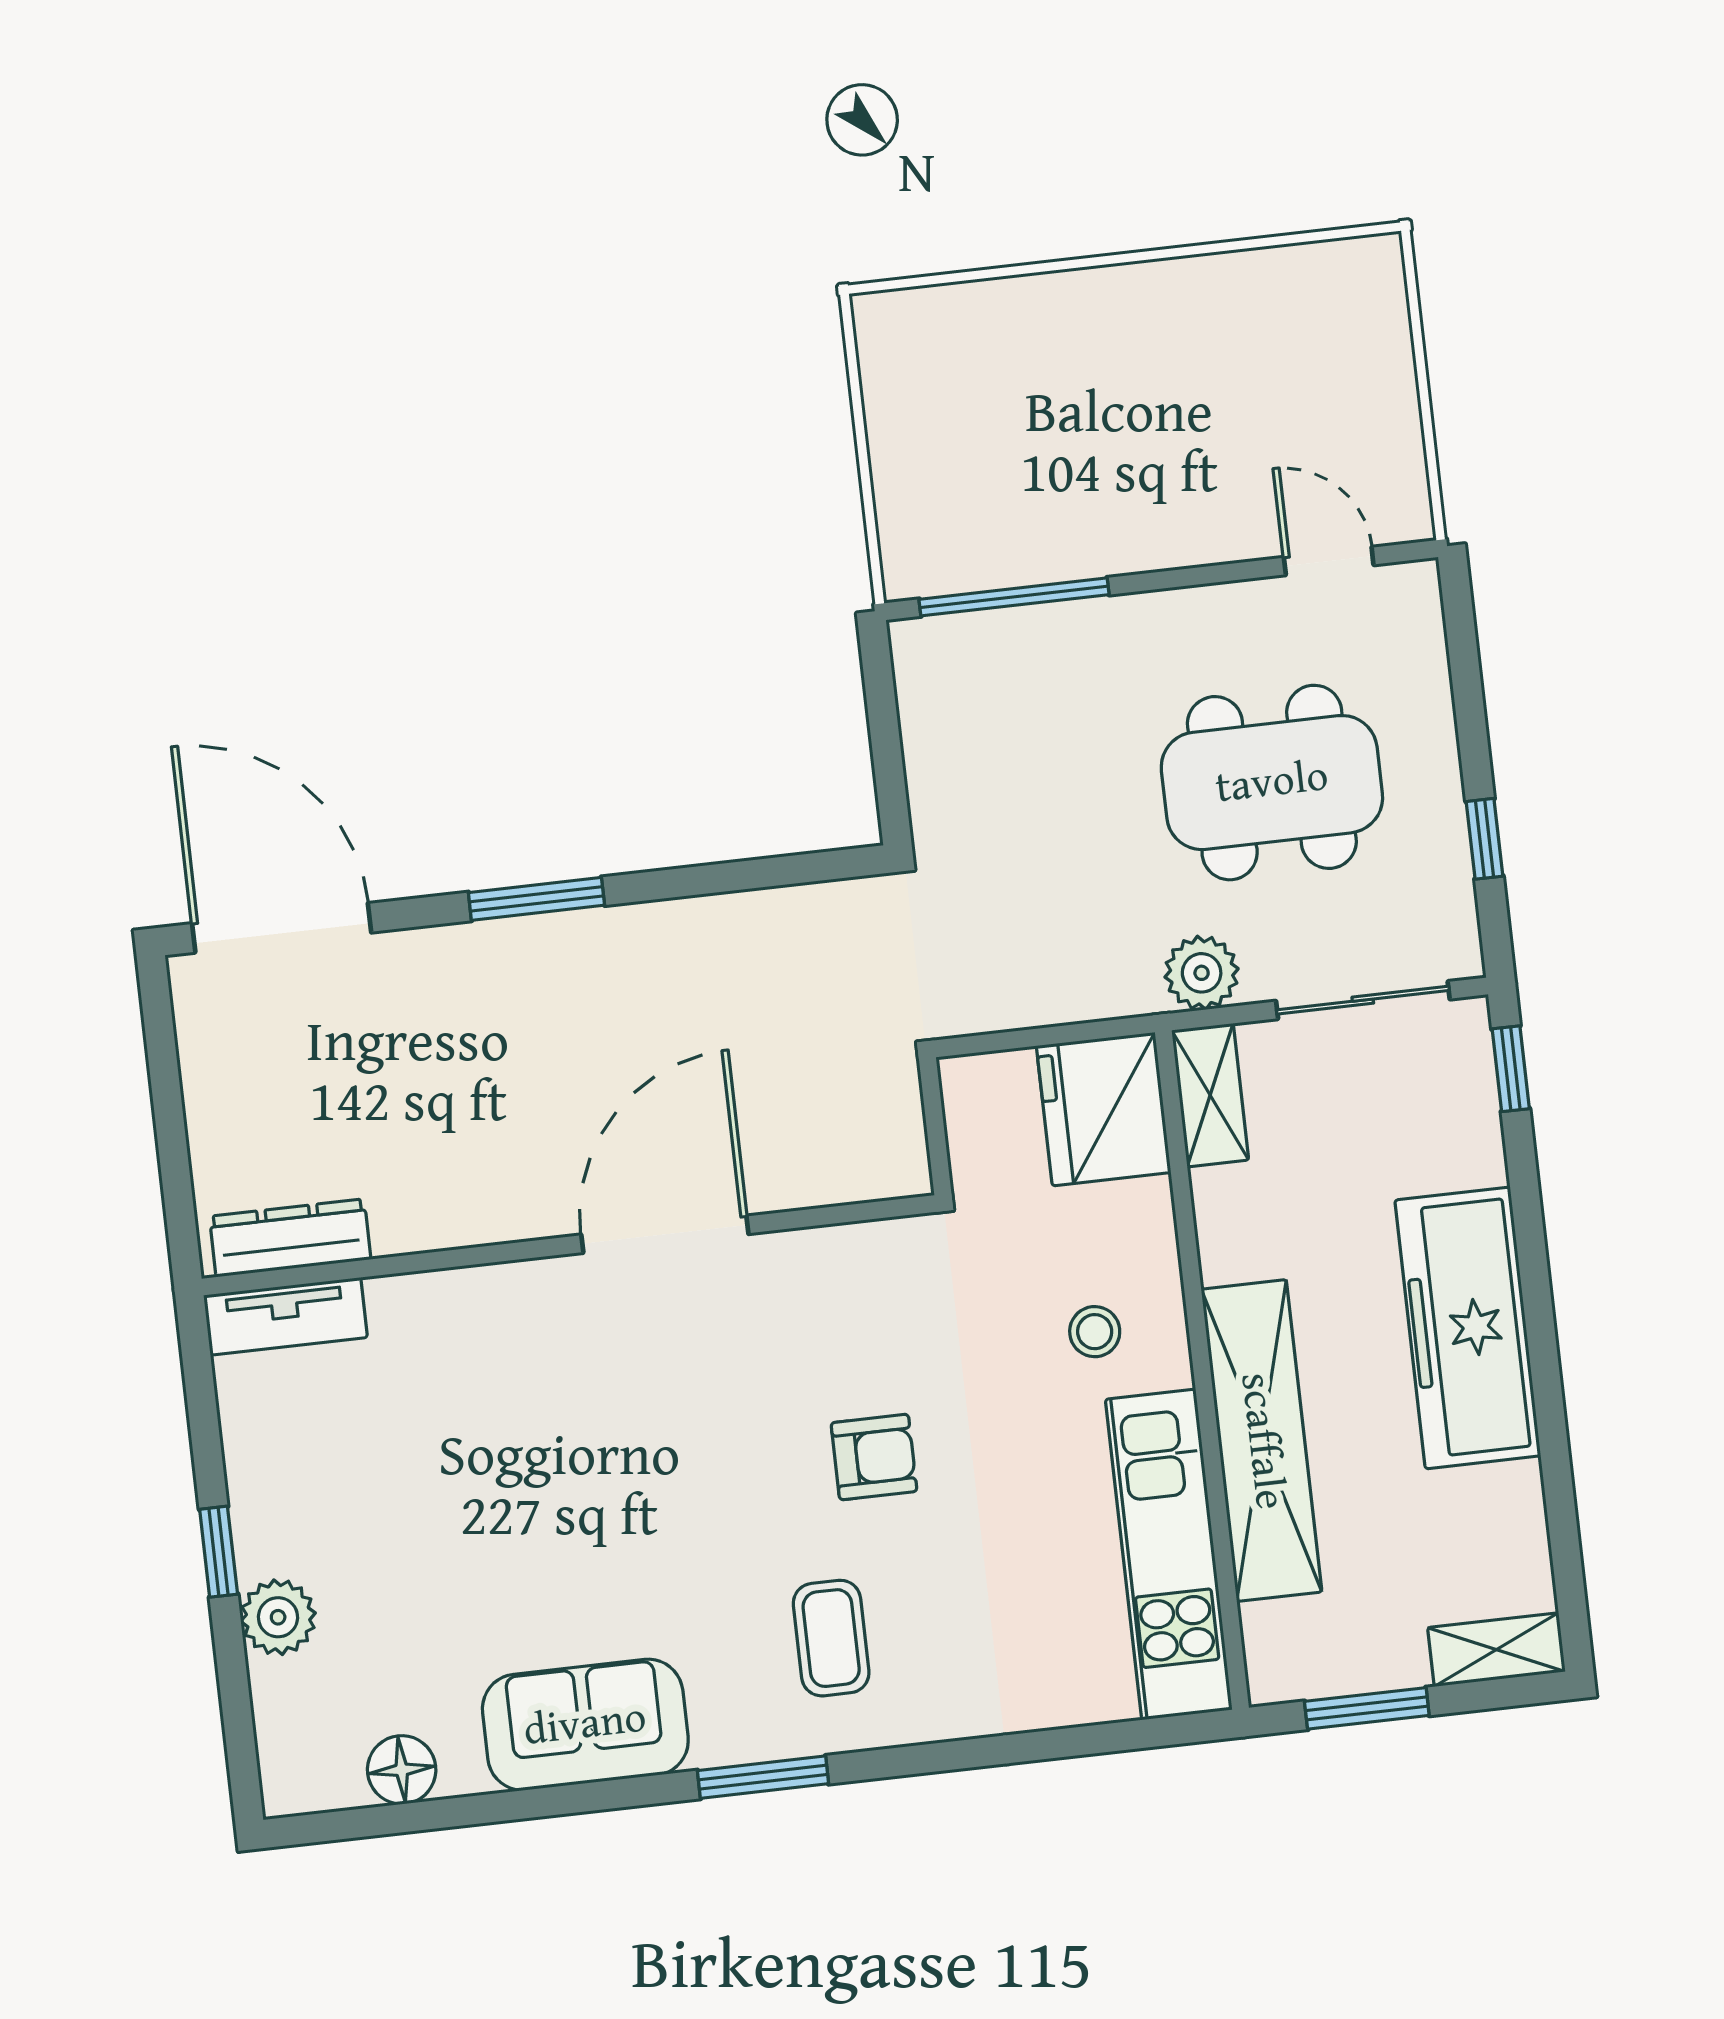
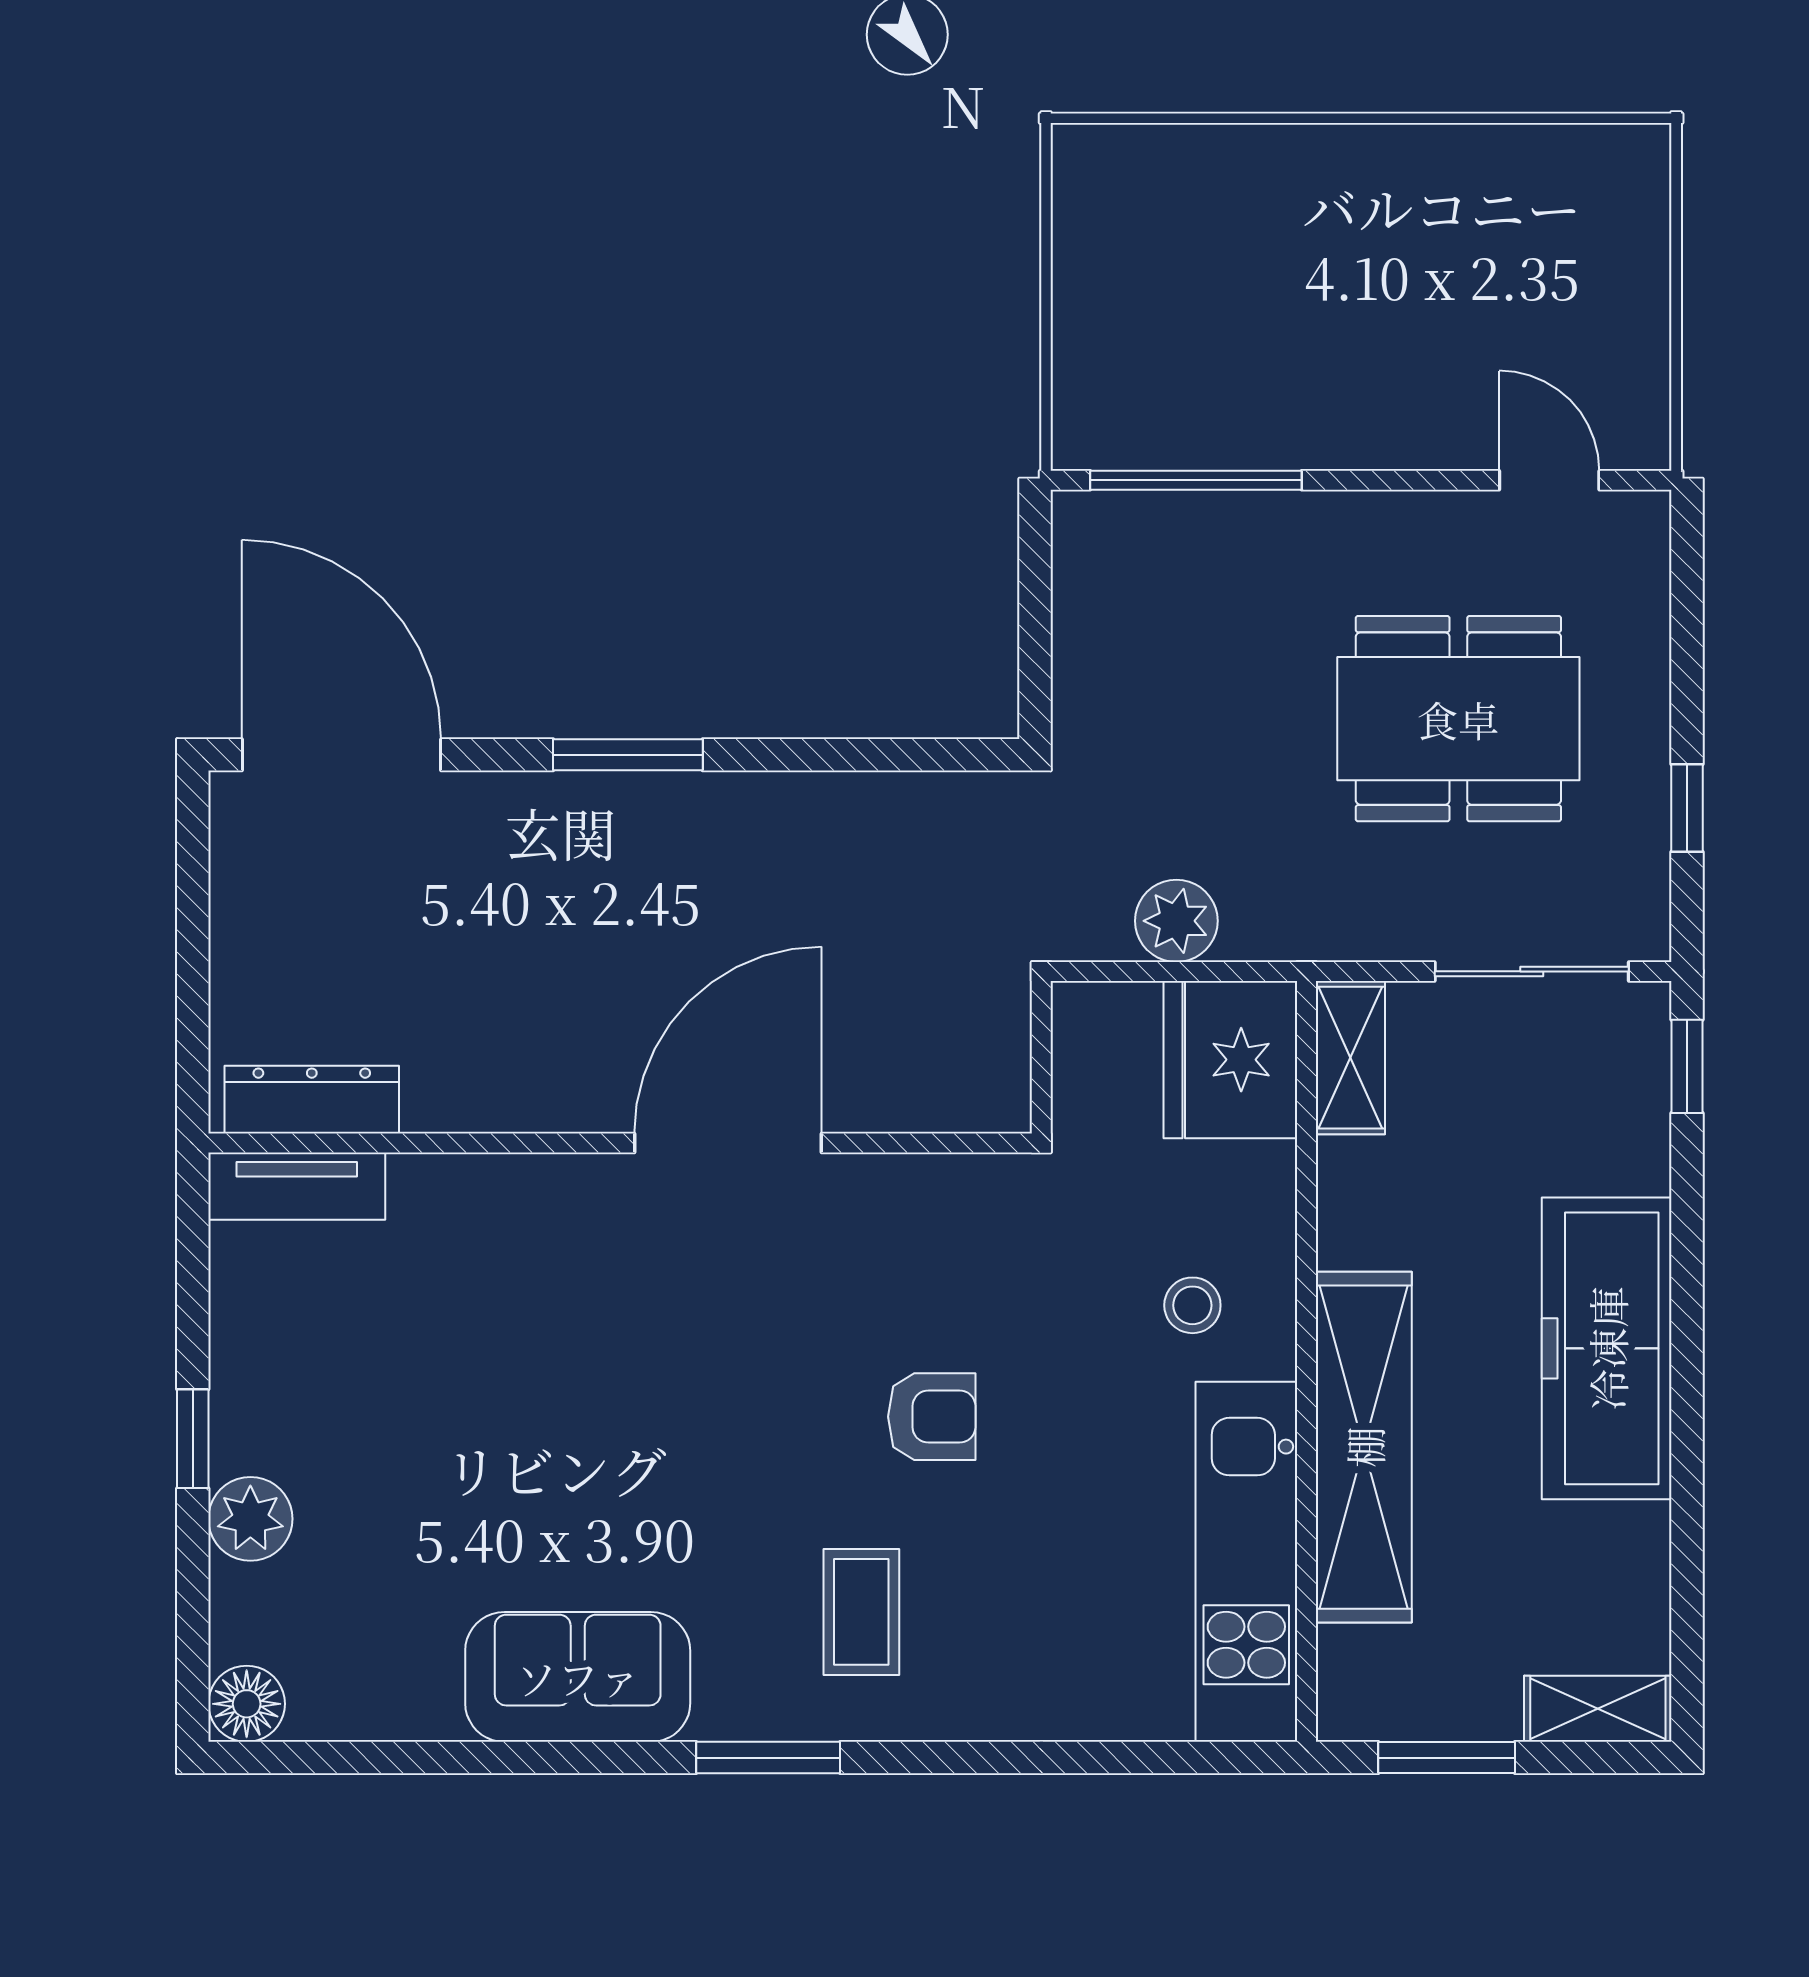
plant: (1202, 973) -> (1176, 921), moved
floor lamp: (402, 1770) -> (247, 1704), moved

